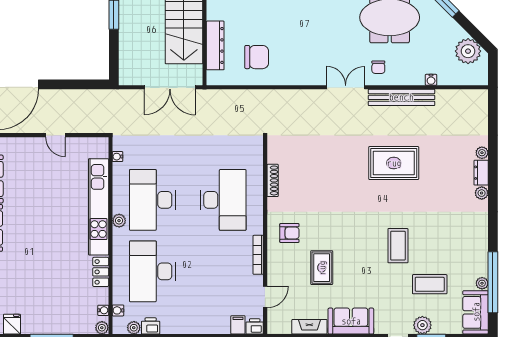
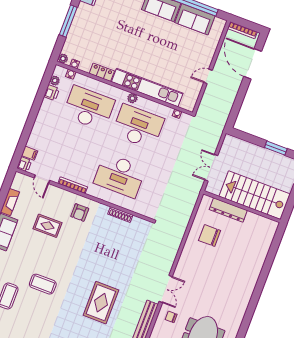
chair: (257, 57) -> (210, 236), turned 90
double door: (170, 87) -> (211, 168), width x0.73

